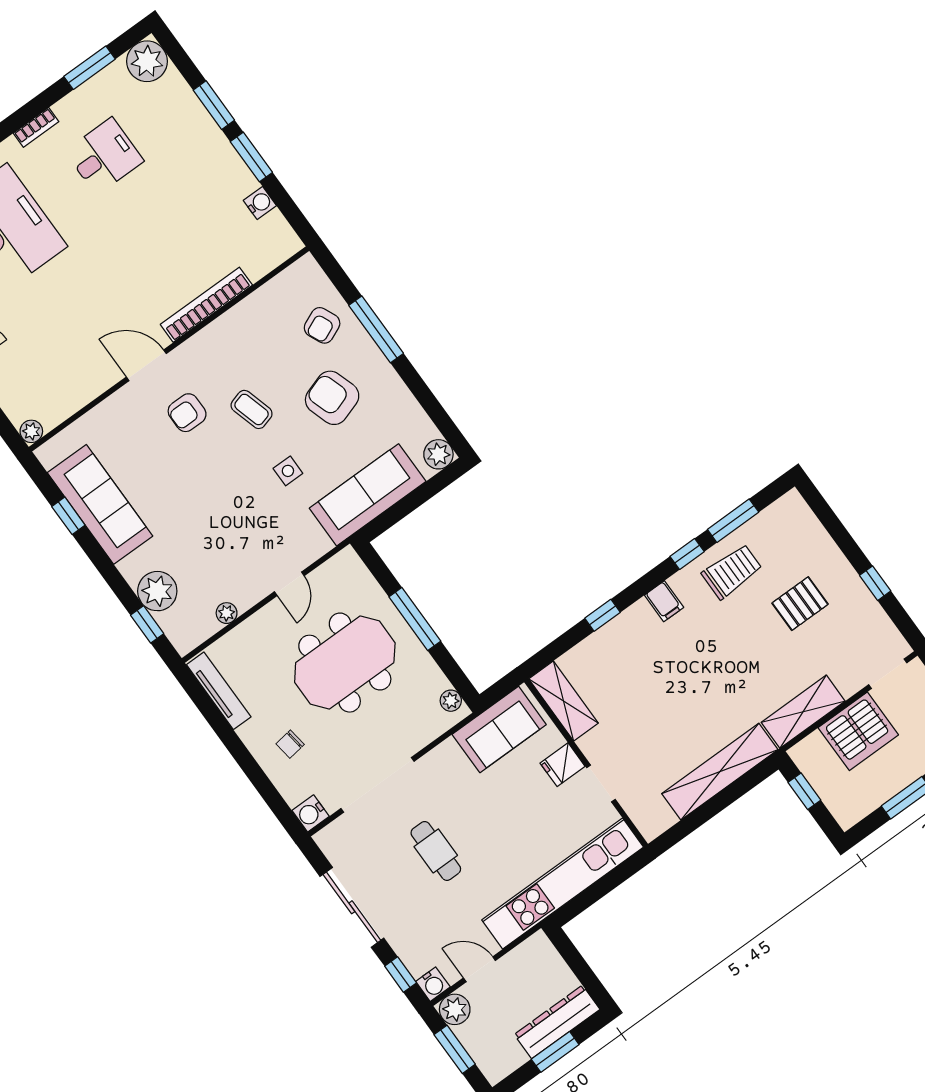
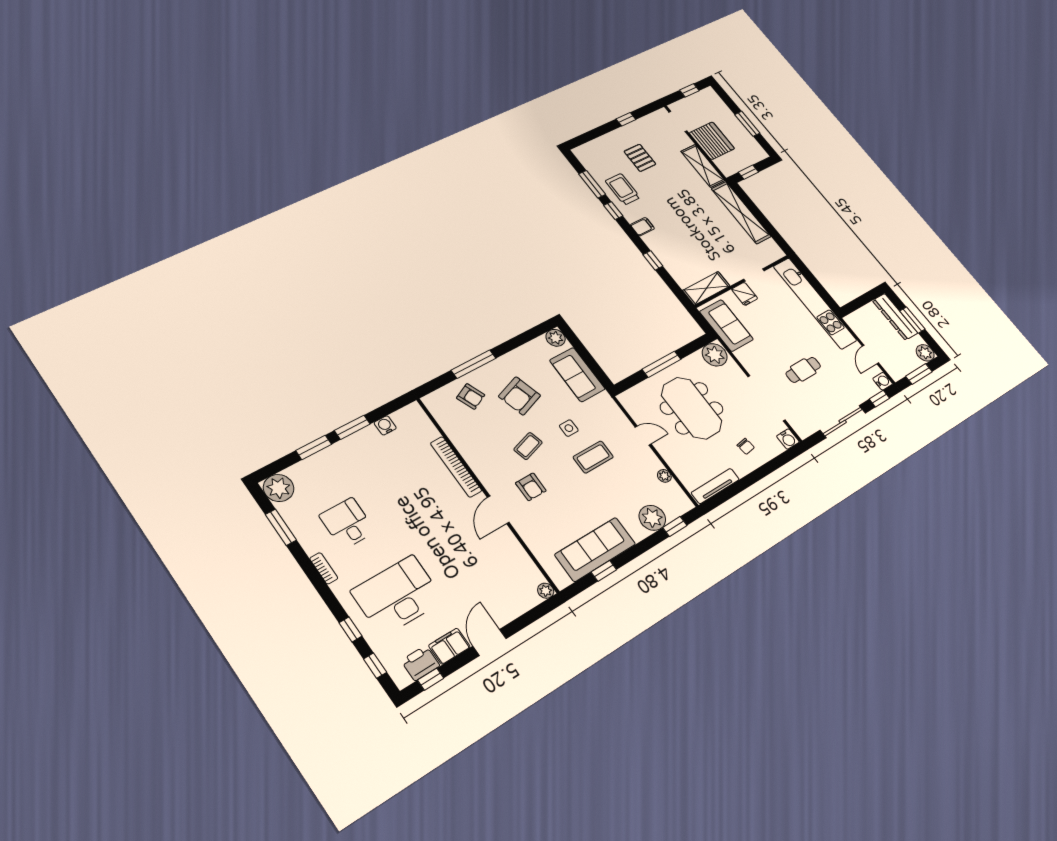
sofa: (368, 495) -> (577, 375), width x0.73
coffee table: (245, 506) -> (593, 457), added
plant: (451, 701) -> (715, 355), width x1.88, depth x1.88
plant: (455, 1009) -> (925, 353), moved

